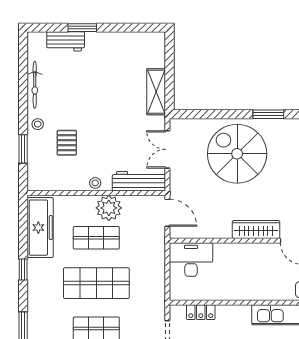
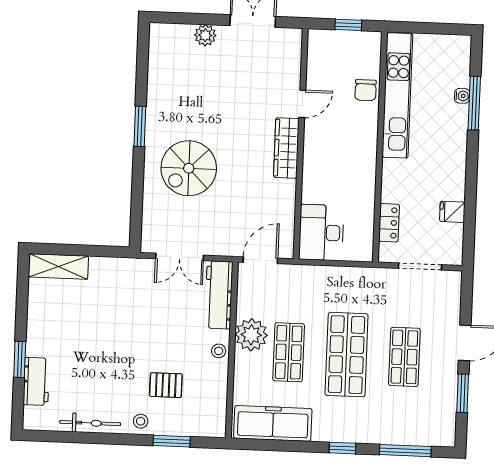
shelving: (156, 92) -> (58, 266), moved
spiral stairs: (237, 154) -> (189, 168), width x0.73, depth x0.73
window: (23, 269) -> (343, 448), moved

